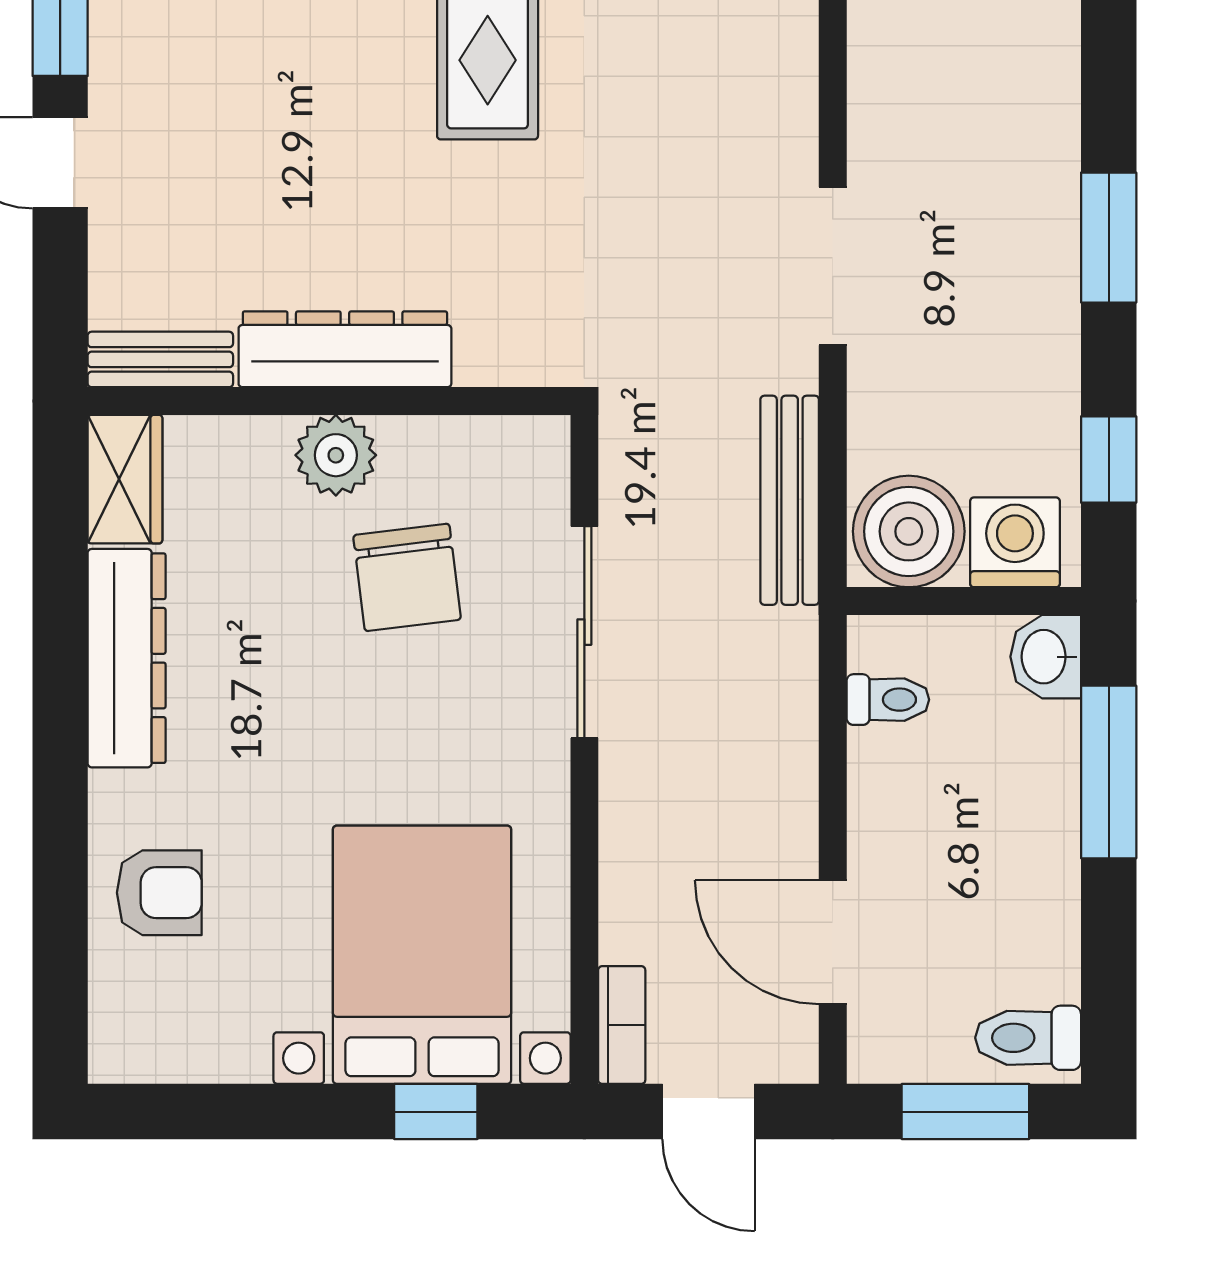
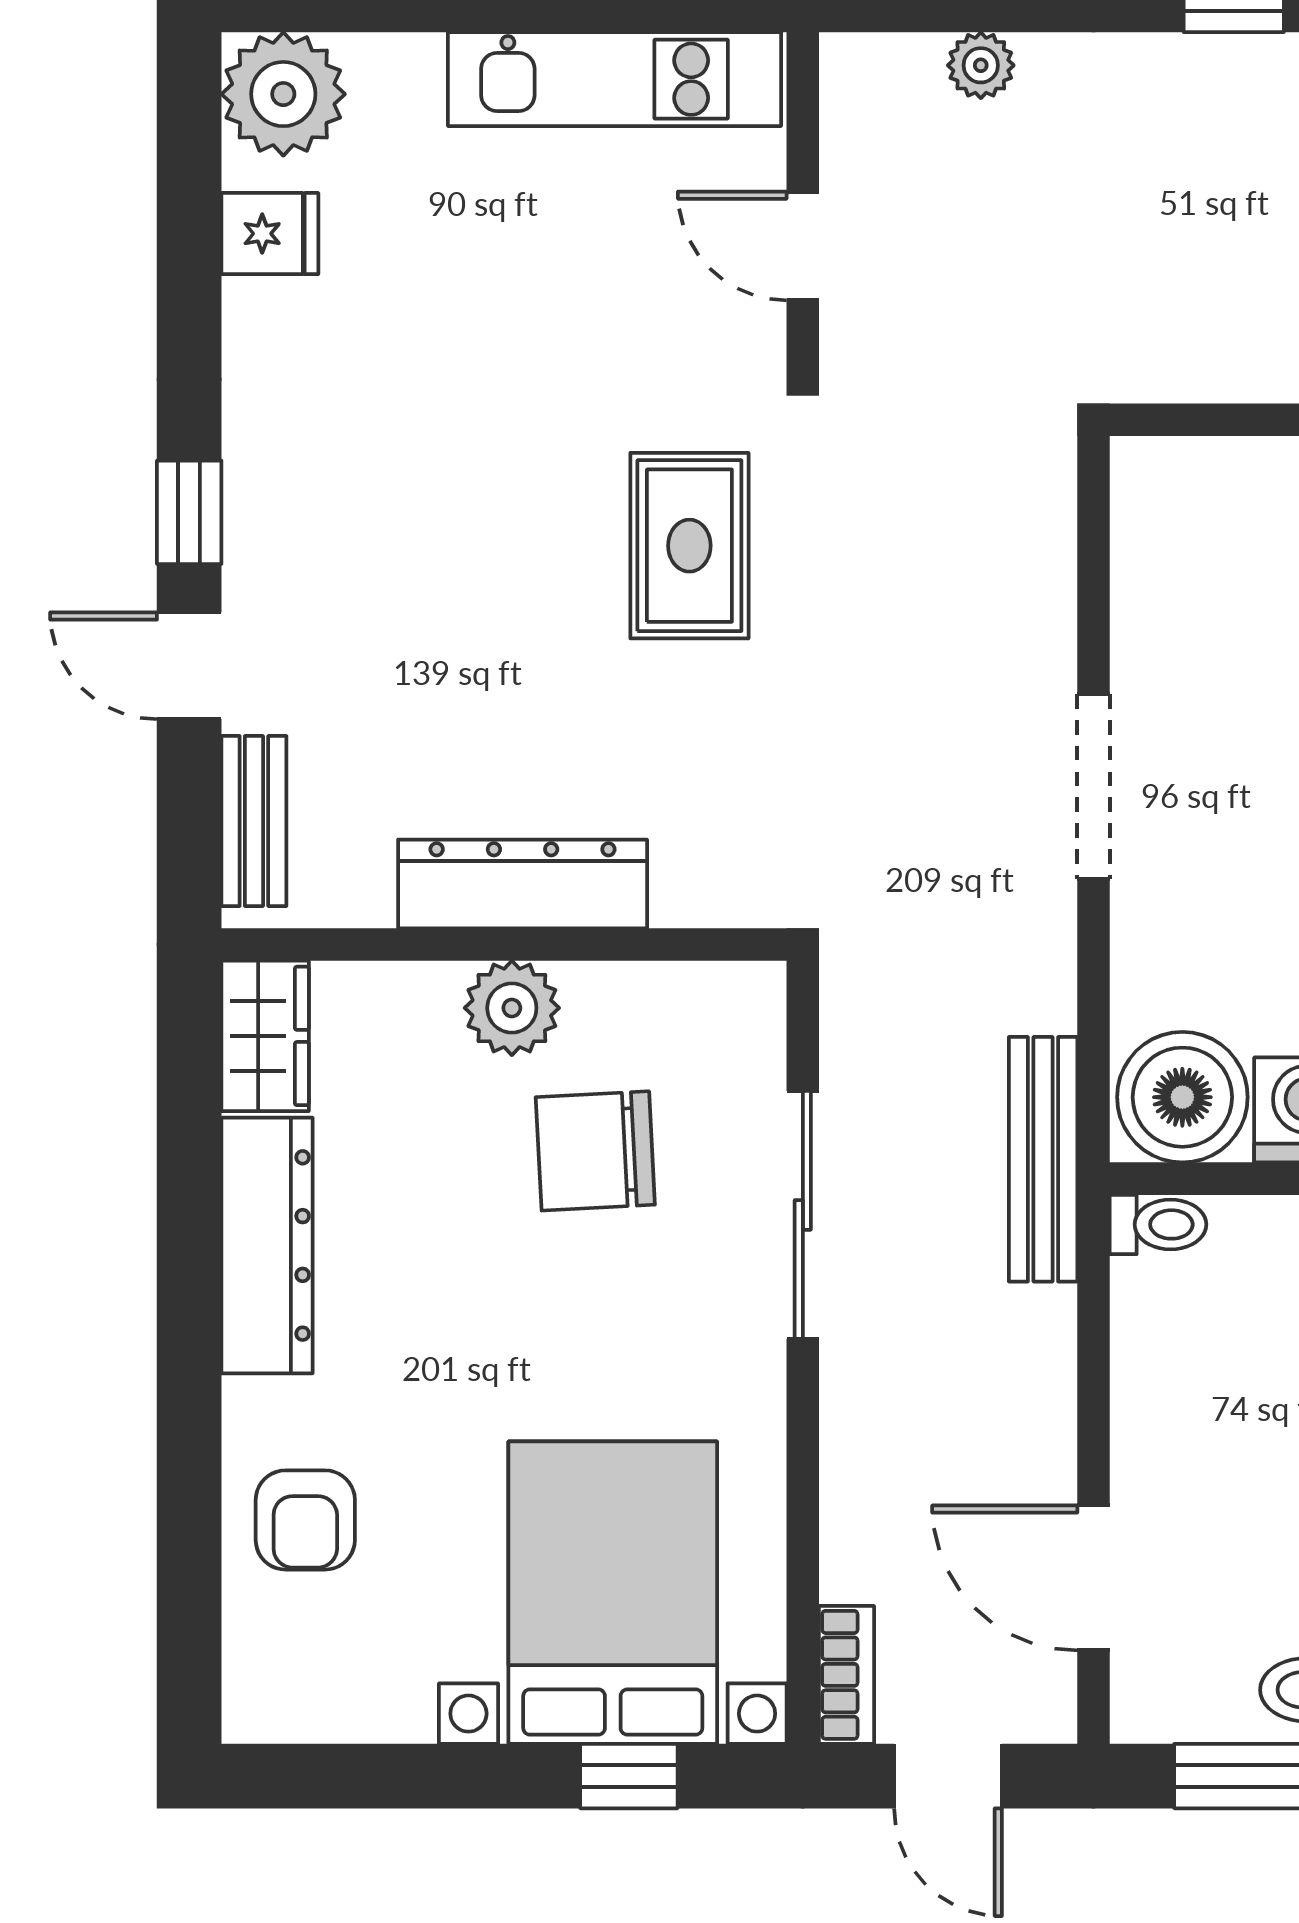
bench: (160, 359) -> (254, 821), moved, turned 90
bench: (790, 500) -> (1043, 1159), moved
chair: (407, 577) -> (595, 1151), turned 94
toilet: (888, 700) -> (1158, 1224), moved
armchair: (159, 893) -> (305, 1520), turned 90

